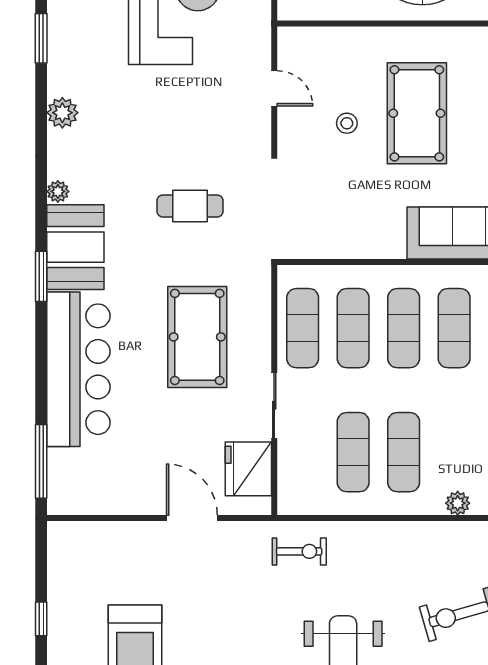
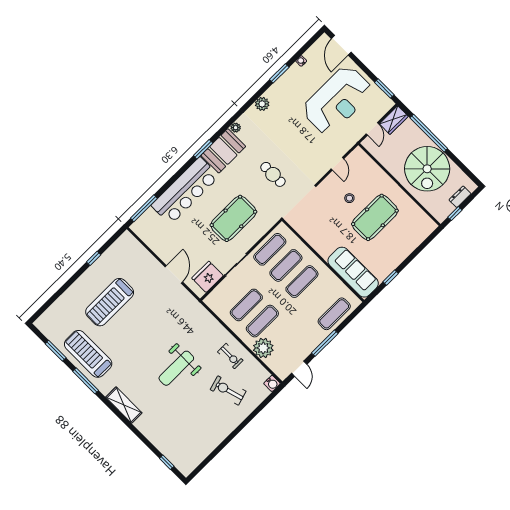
exercise mat: (454, 328) -> (318, 298), removed
plant: (458, 503) -> (263, 348), width x1.88, depth x1.88
exercise bike: (299, 551) -> (230, 356), moved

